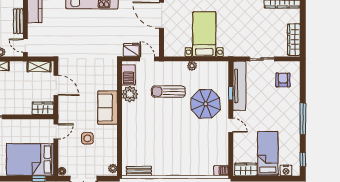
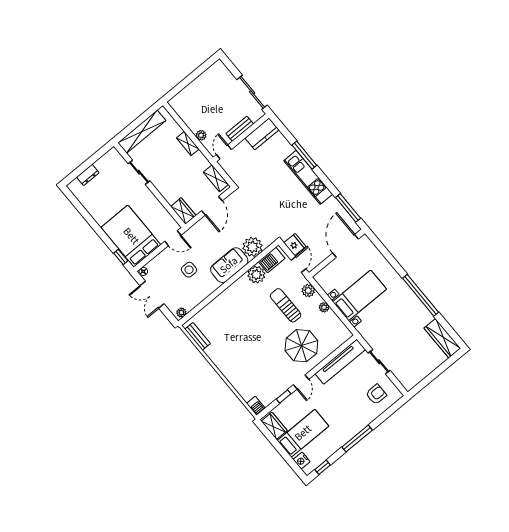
wardrobe: (294, 40) -> (418, 375), removed
plant: (171, 67) -> (308, 291), added
plant: (108, 81) -> (252, 247), added
window: (231, 93) -> (284, 396), moved

